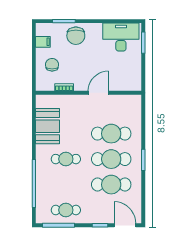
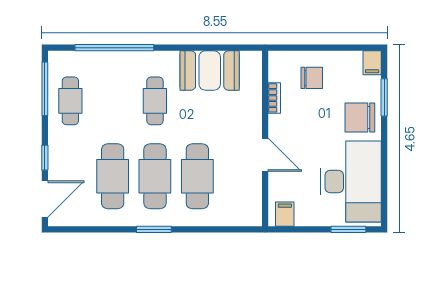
desk: (121, 37) -> (351, 181), width x1.36, depth x1.30
filing cabinet: (43, 42) -> (372, 63), moved
filing cabinet: (134, 81) -> (285, 214), added

